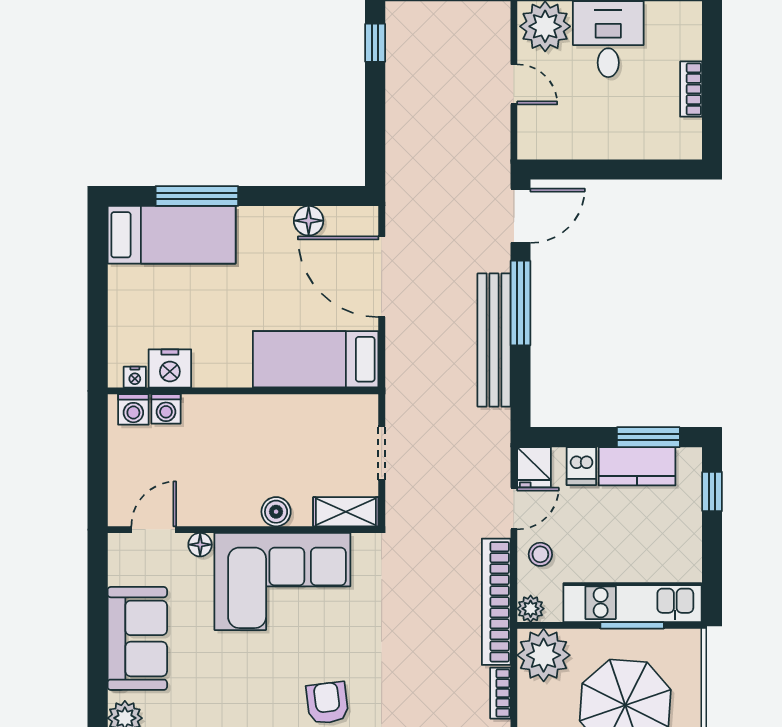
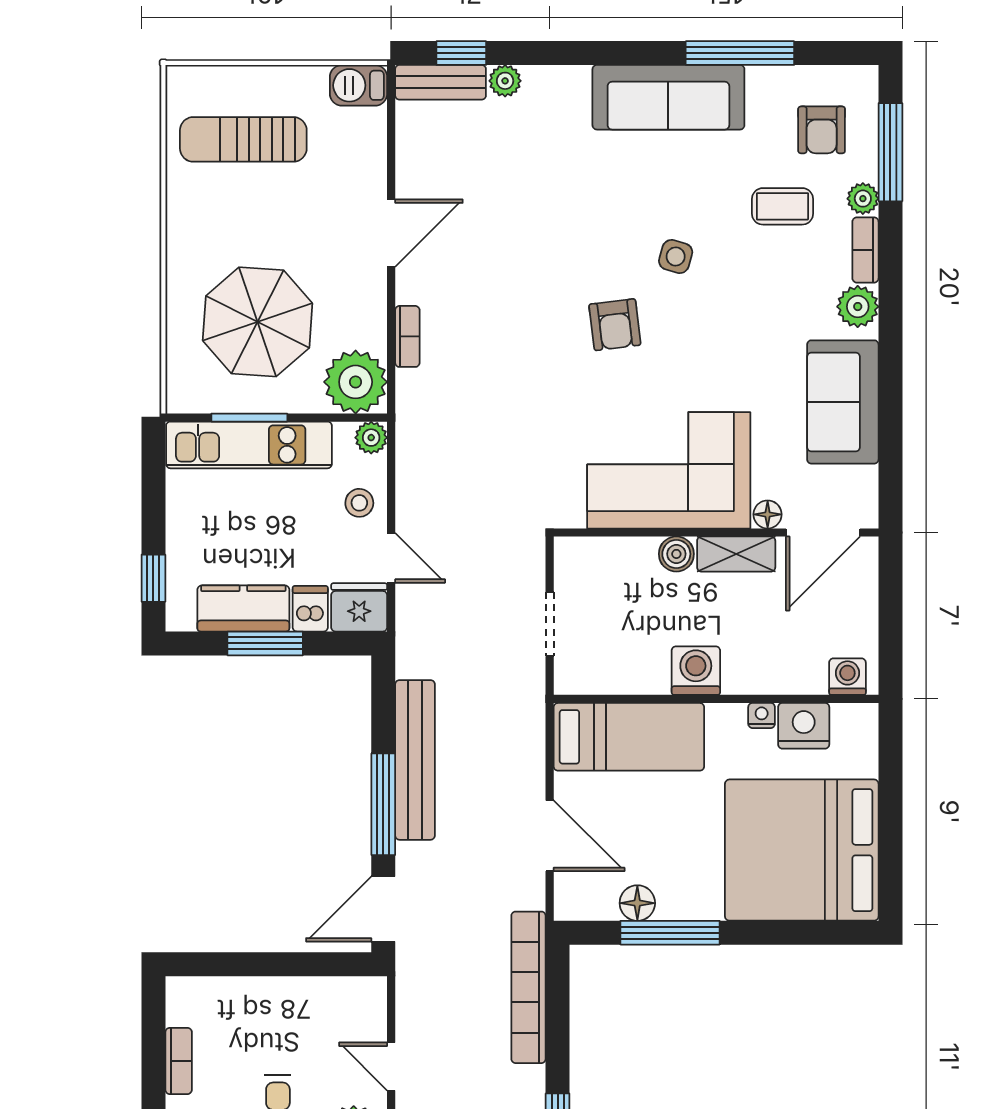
window: (197, 196) -> (670, 933), moved
bed: (172, 235) -> (802, 850), width x2.04
door: (382, 277) -> (550, 836), width x0.73
nightstand: (135, 377) -> (762, 715), moved
washing machine: (166, 409) -> (696, 671), moved, width x1.38, depth x1.38
window: (648, 437) -> (265, 643), moved
fridge: (534, 467) -> (359, 607), width x1.38
door: (514, 509) -> (391, 558), swing flipped
shelving: (346, 512) -> (736, 554), moved
door: (154, 530) -> (823, 532), width x1.38
bookcase: (496, 602) -> (528, 987), moved, turned 180

